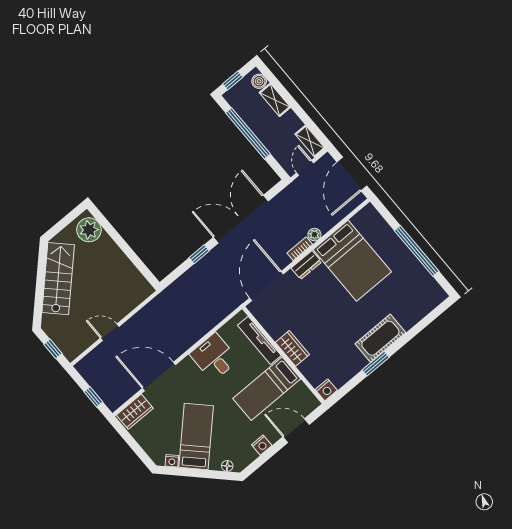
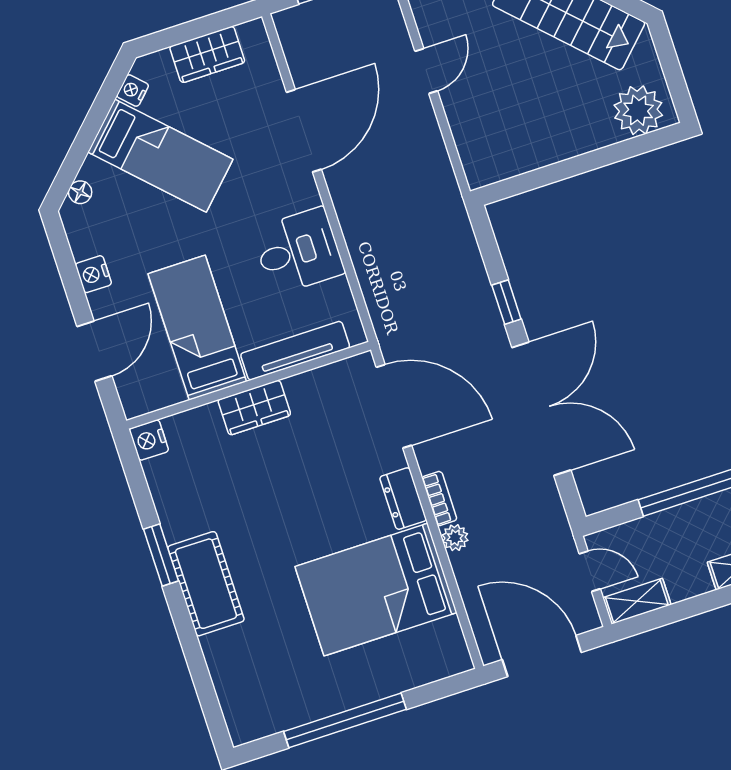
wardrobe: (135, 412) -> (207, 54), moved, turned -90

